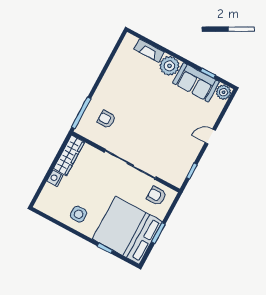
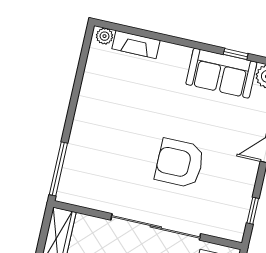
plant: (169, 66) -> (104, 36), moved, width x0.53, depth x0.53
armchair: (106, 119) -> (180, 163), moved, width x1.88, depth x1.88

